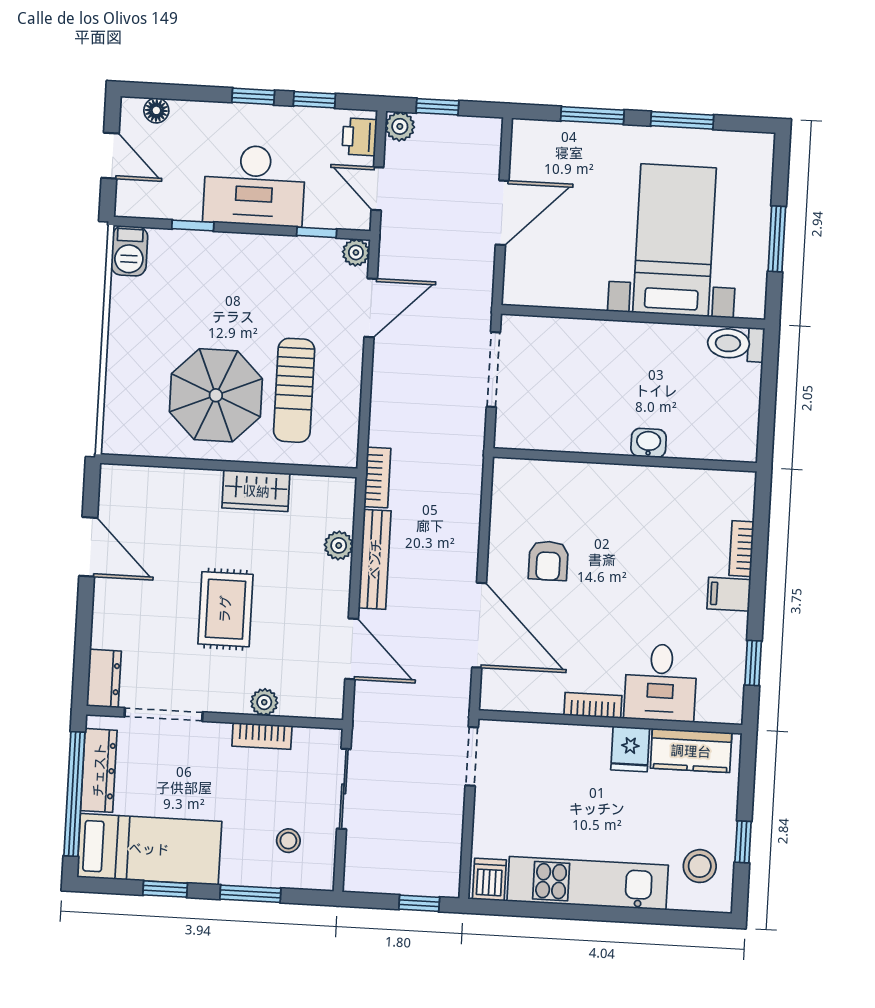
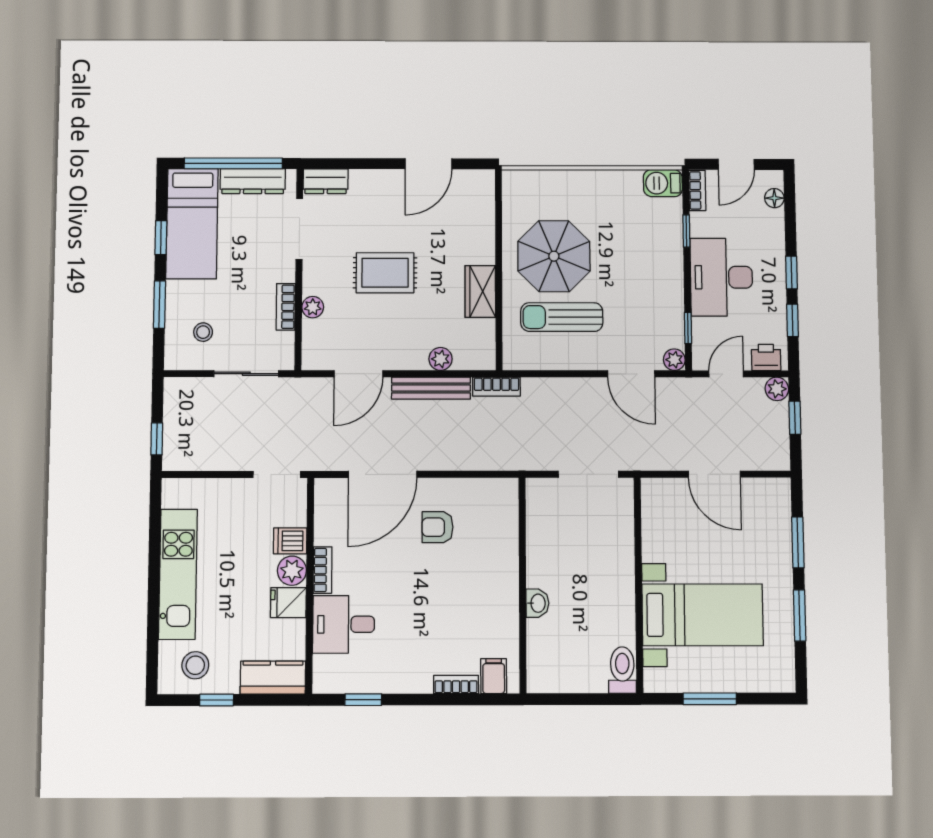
bookcase: (141, 208) -> (697, 190), added
filing cabinet: (729, 594) -> (494, 676), moved
plant: (591, 743) -> (292, 571), added
kitchen counter: (691, 751) -> (273, 678), moved, turned 90
dishwasher: (489, 880) -> (290, 541), moved, turned 180

